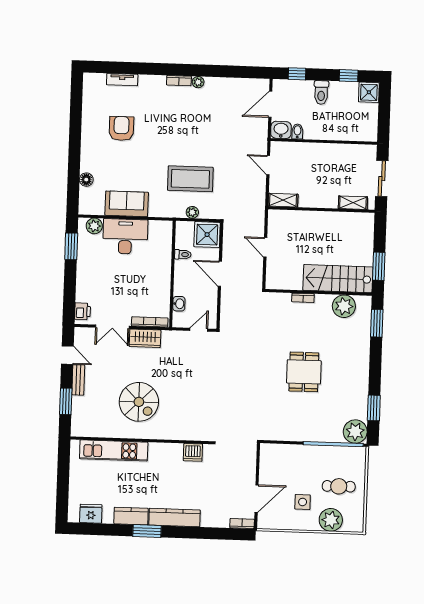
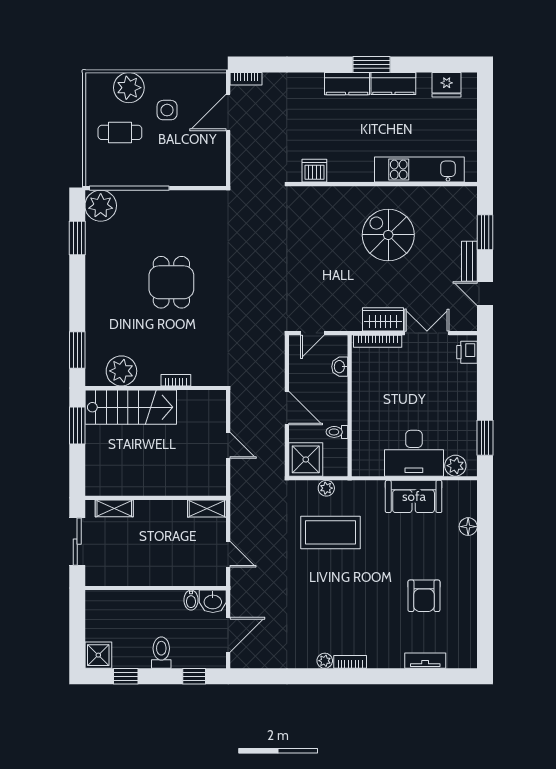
kitchen counter: (174, 518) -> (347, 84), width x0.67

